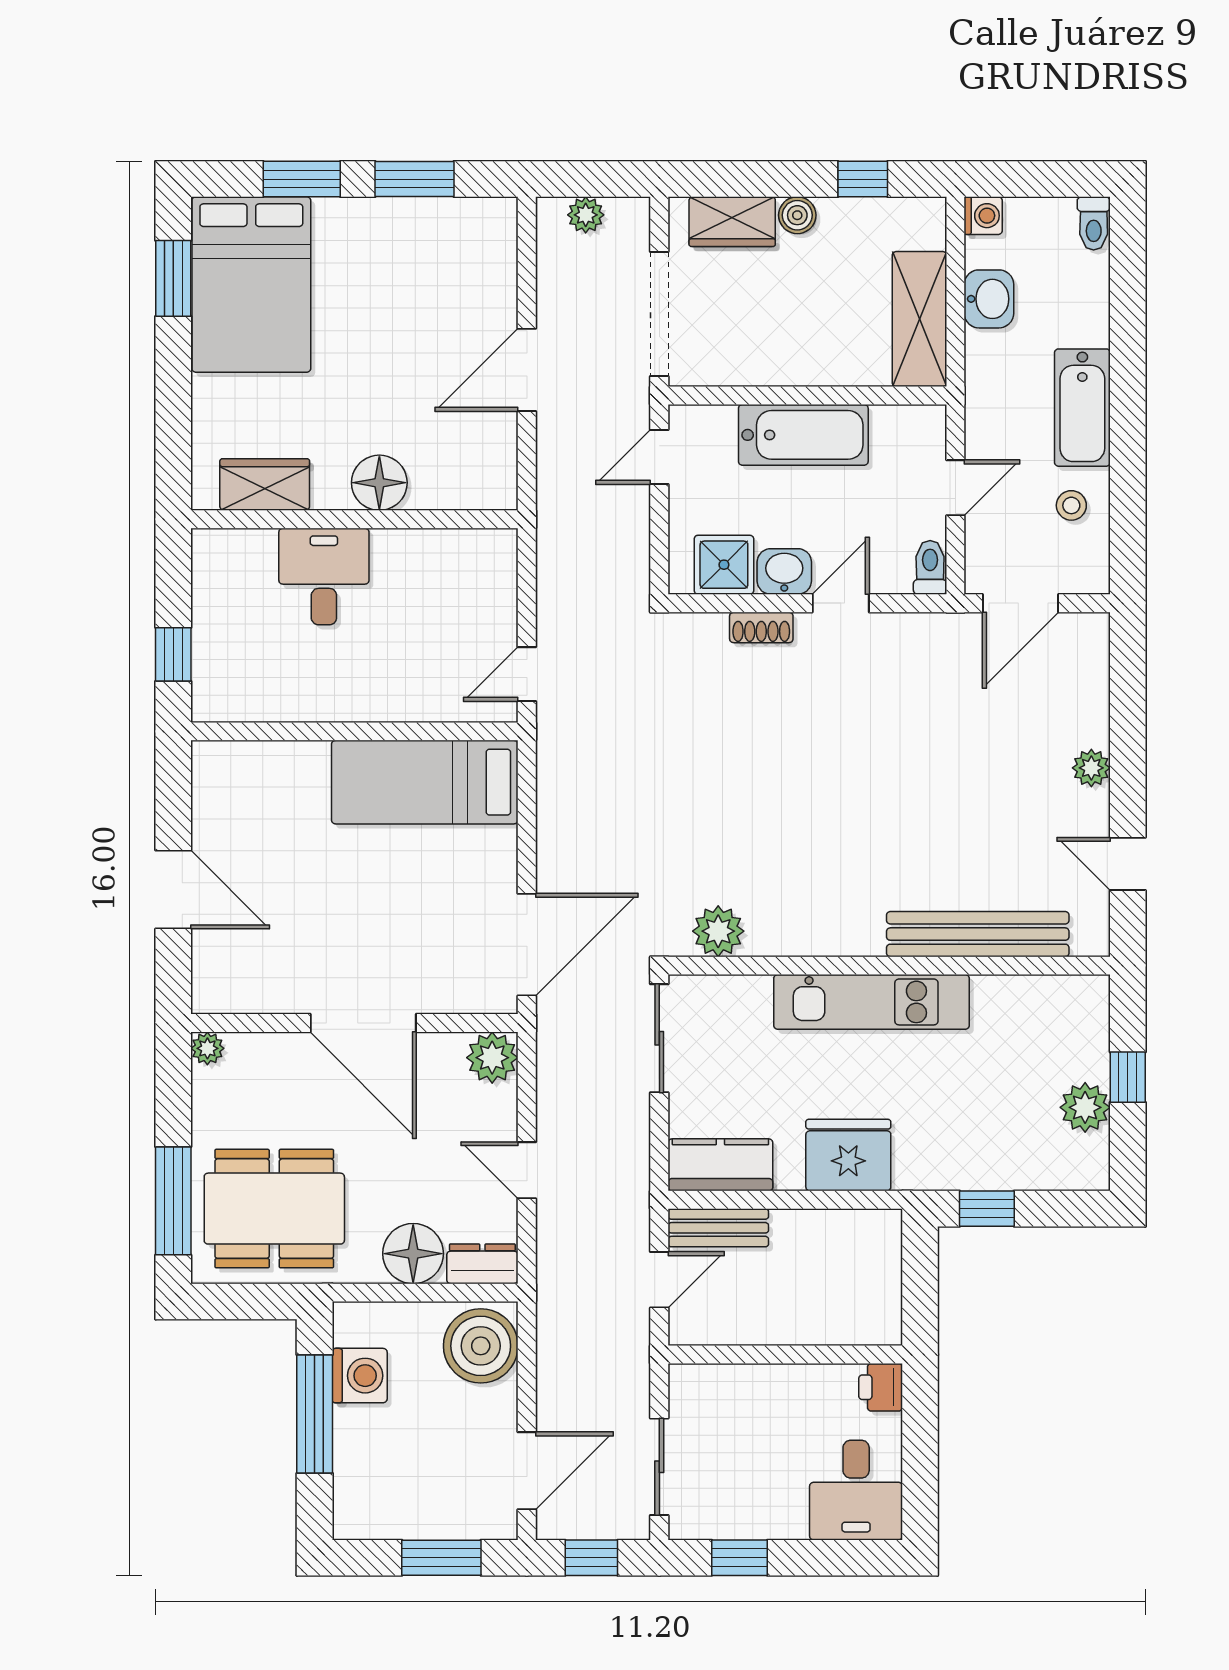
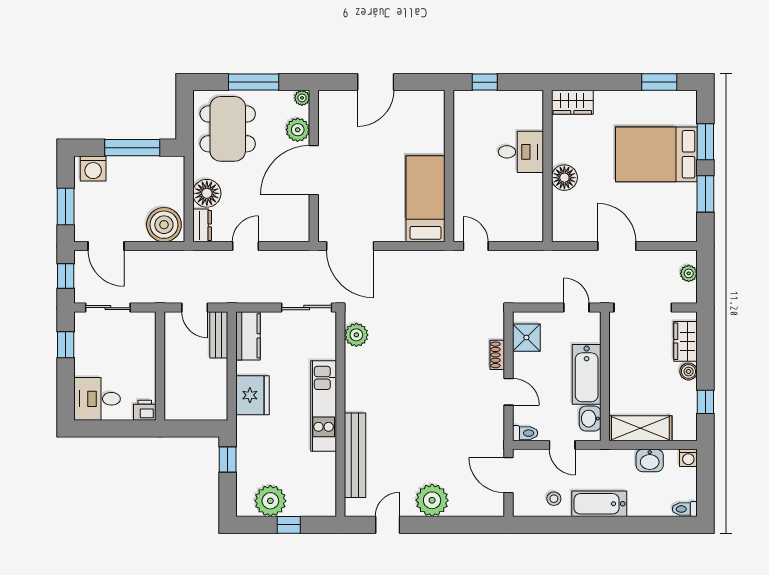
bed: (251, 285) -> (656, 154), moved
wardrobe: (265, 484) -> (572, 102), moved, turned 90
washbasin: (784, 571) -> (590, 419), moved, turned 180
plant: (1091, 768) -> (432, 500), width x1.88, depth x1.88
plant: (492, 1058) -> (298, 130), moved
plant: (1085, 1107) -> (270, 501), width x1.36, depth x1.36
window: (173, 1201) -> (254, 82), moved
washing machine: (360, 1376) -> (93, 169), moved

